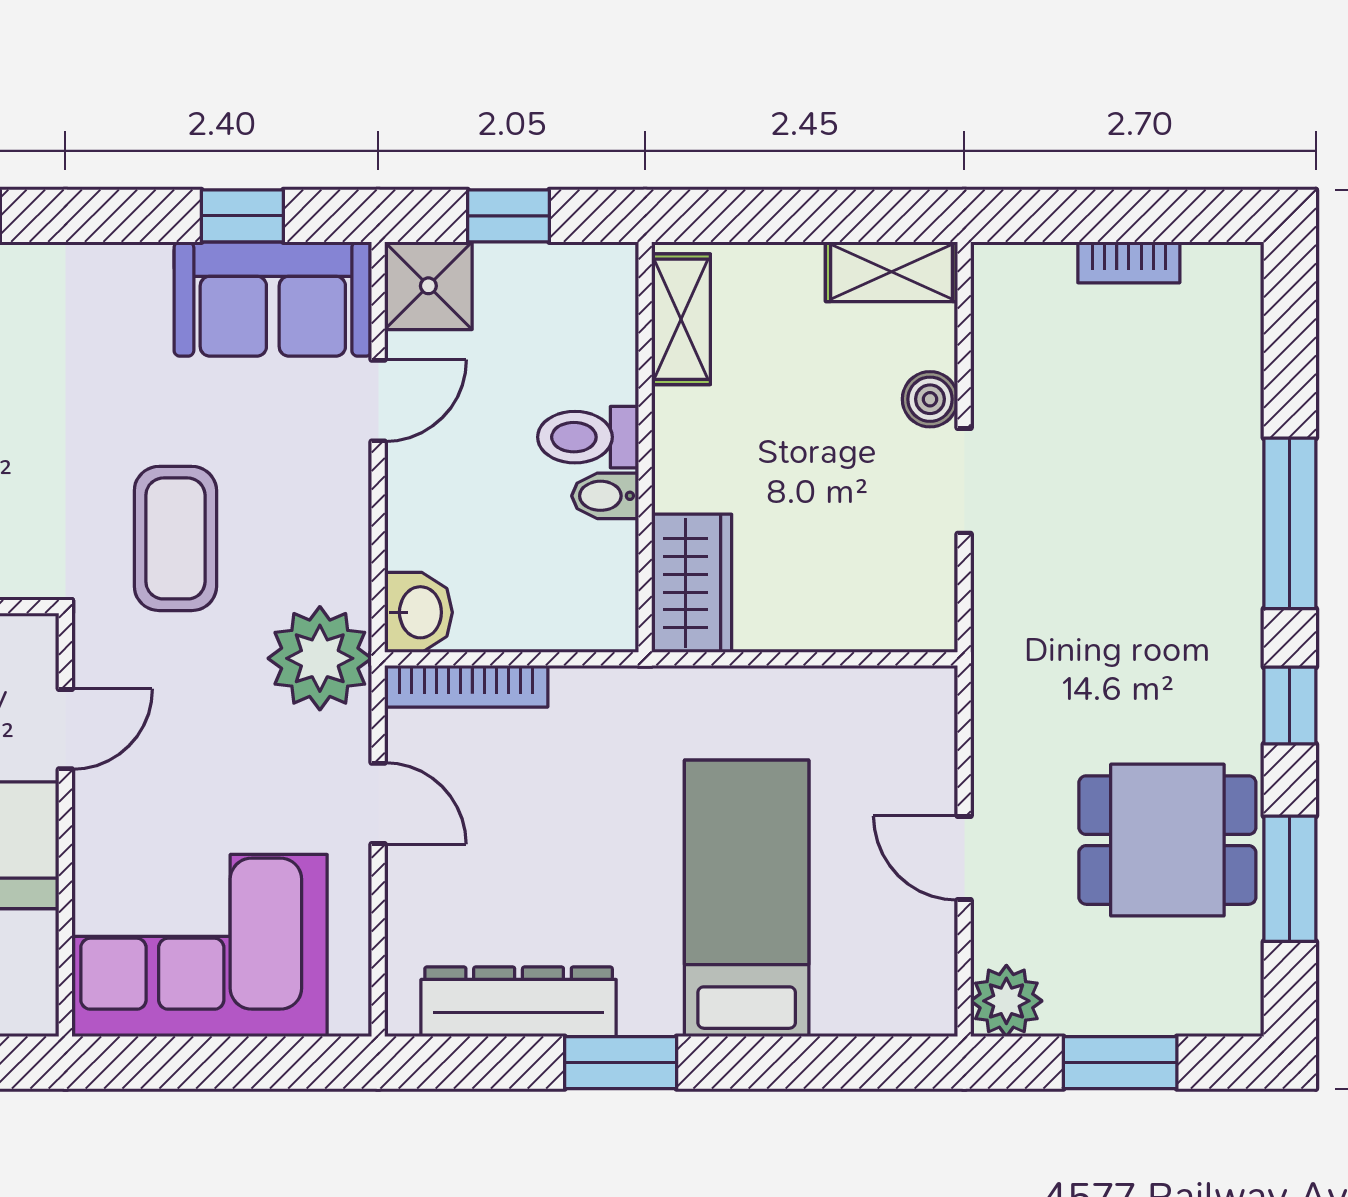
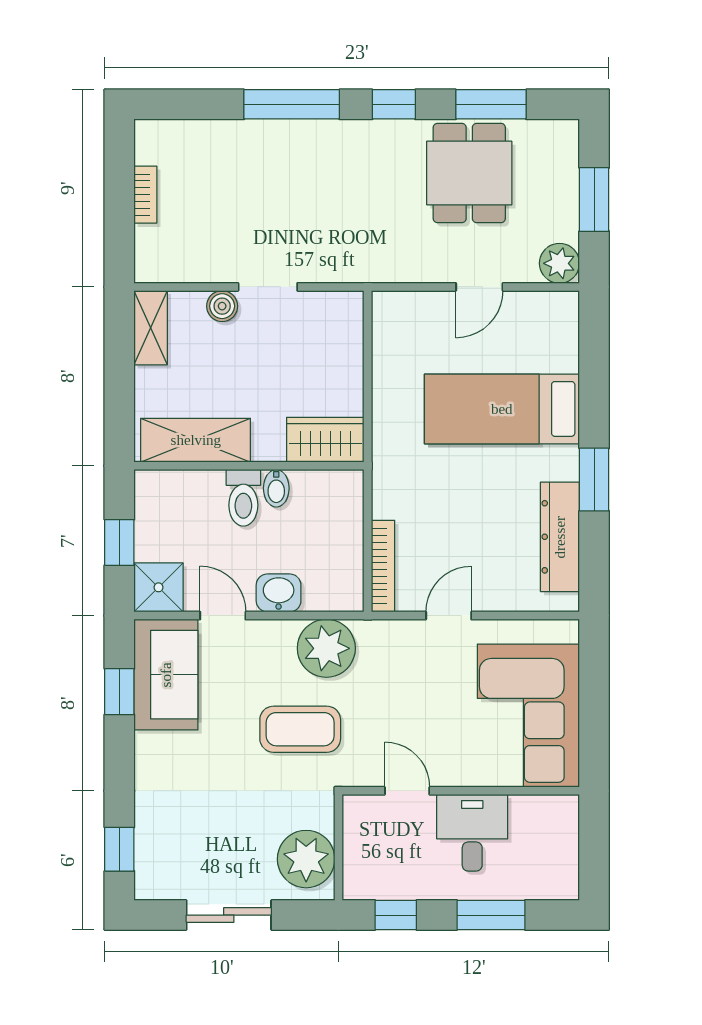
shelving: (681, 319) -> (196, 440), width x1.50, depth x1.33
washbasin: (418, 612) -> (279, 593), moved
plant: (320, 658) -> (326, 648), moved

